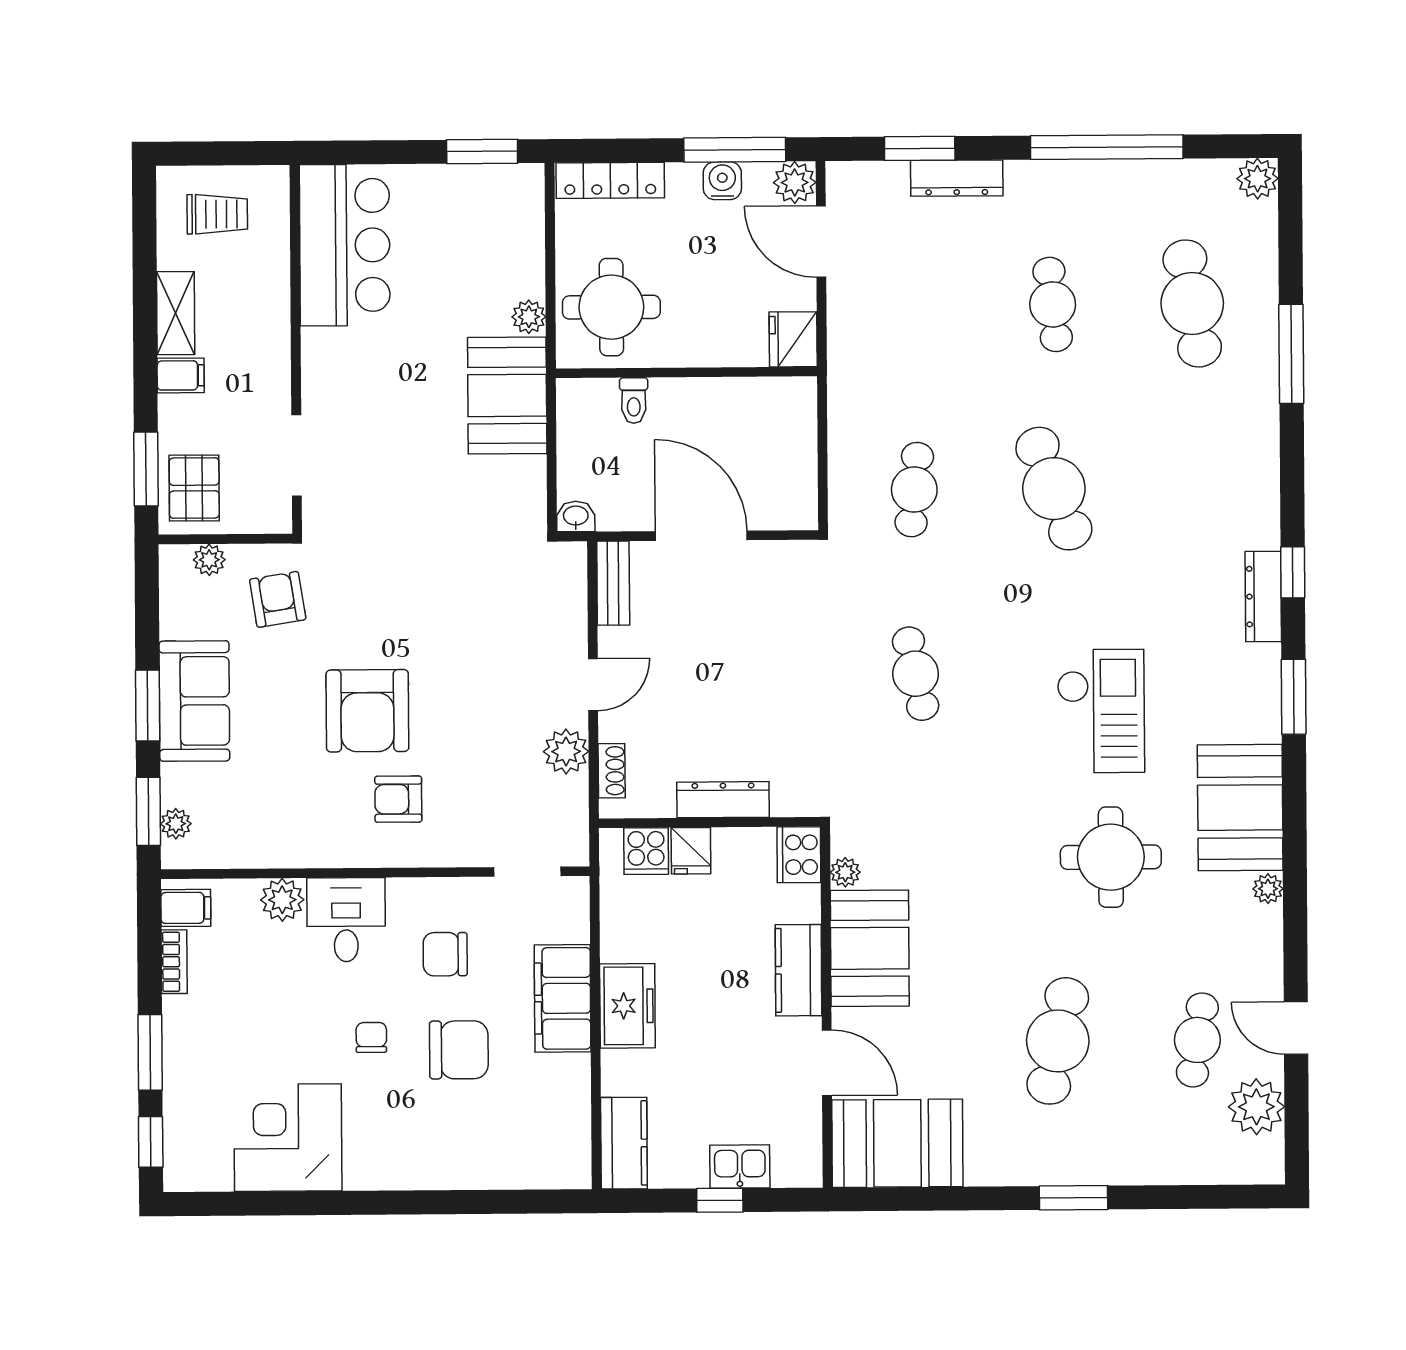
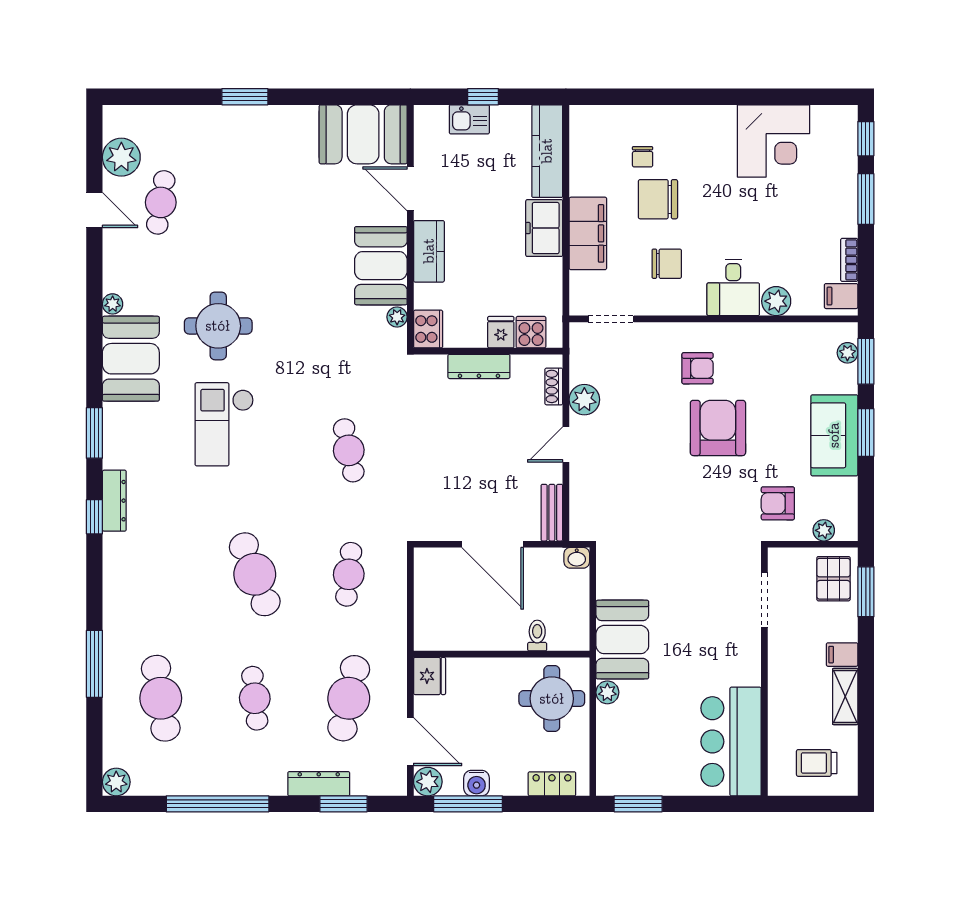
locker: (610, 180) -> (552, 784), width x0.66
armchair: (278, 599) -> (778, 503), turned 99
chair: (371, 1037) -> (643, 157), moved
cafe table: (1058, 1041) -> (349, 698), moved
kitchen counter: (624, 1143) -> (547, 151), width x1.50

